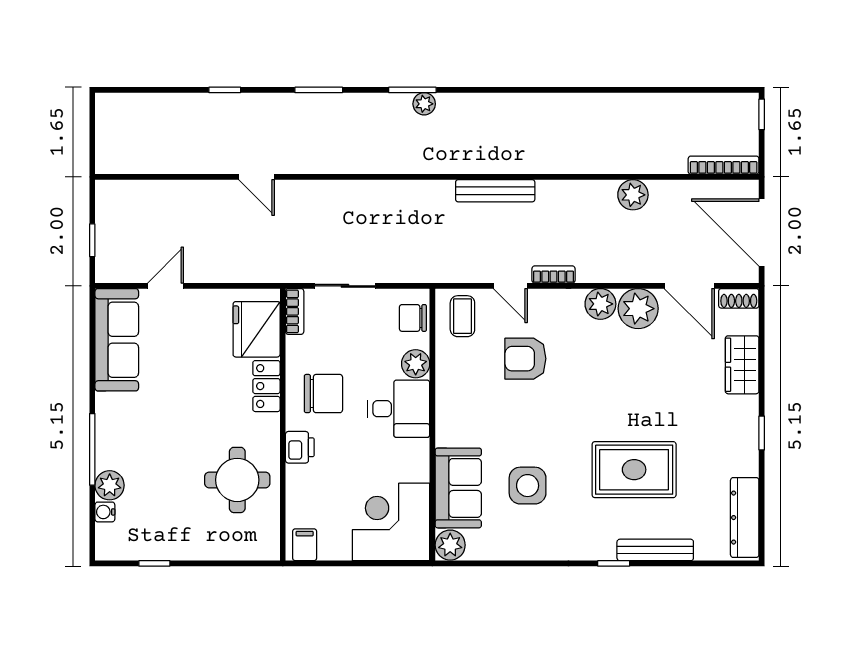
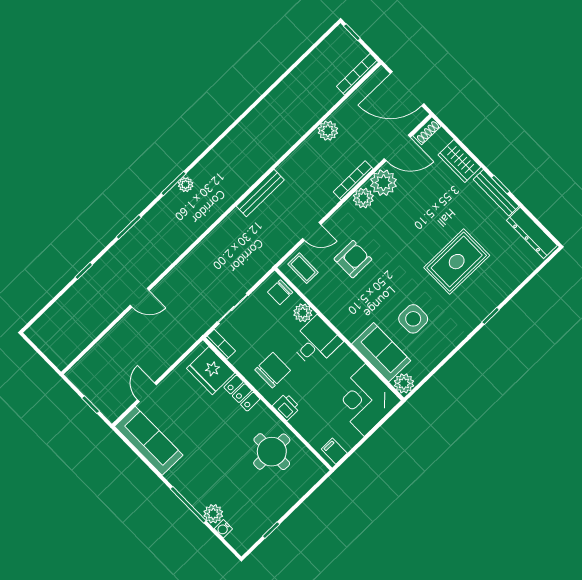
bookcase: (554, 274) -> (353, 180), moved, width x1.56
armchair: (525, 359) -> (353, 259), turned 180
bench: (655, 550) -> (496, 193), moved, turned 90

